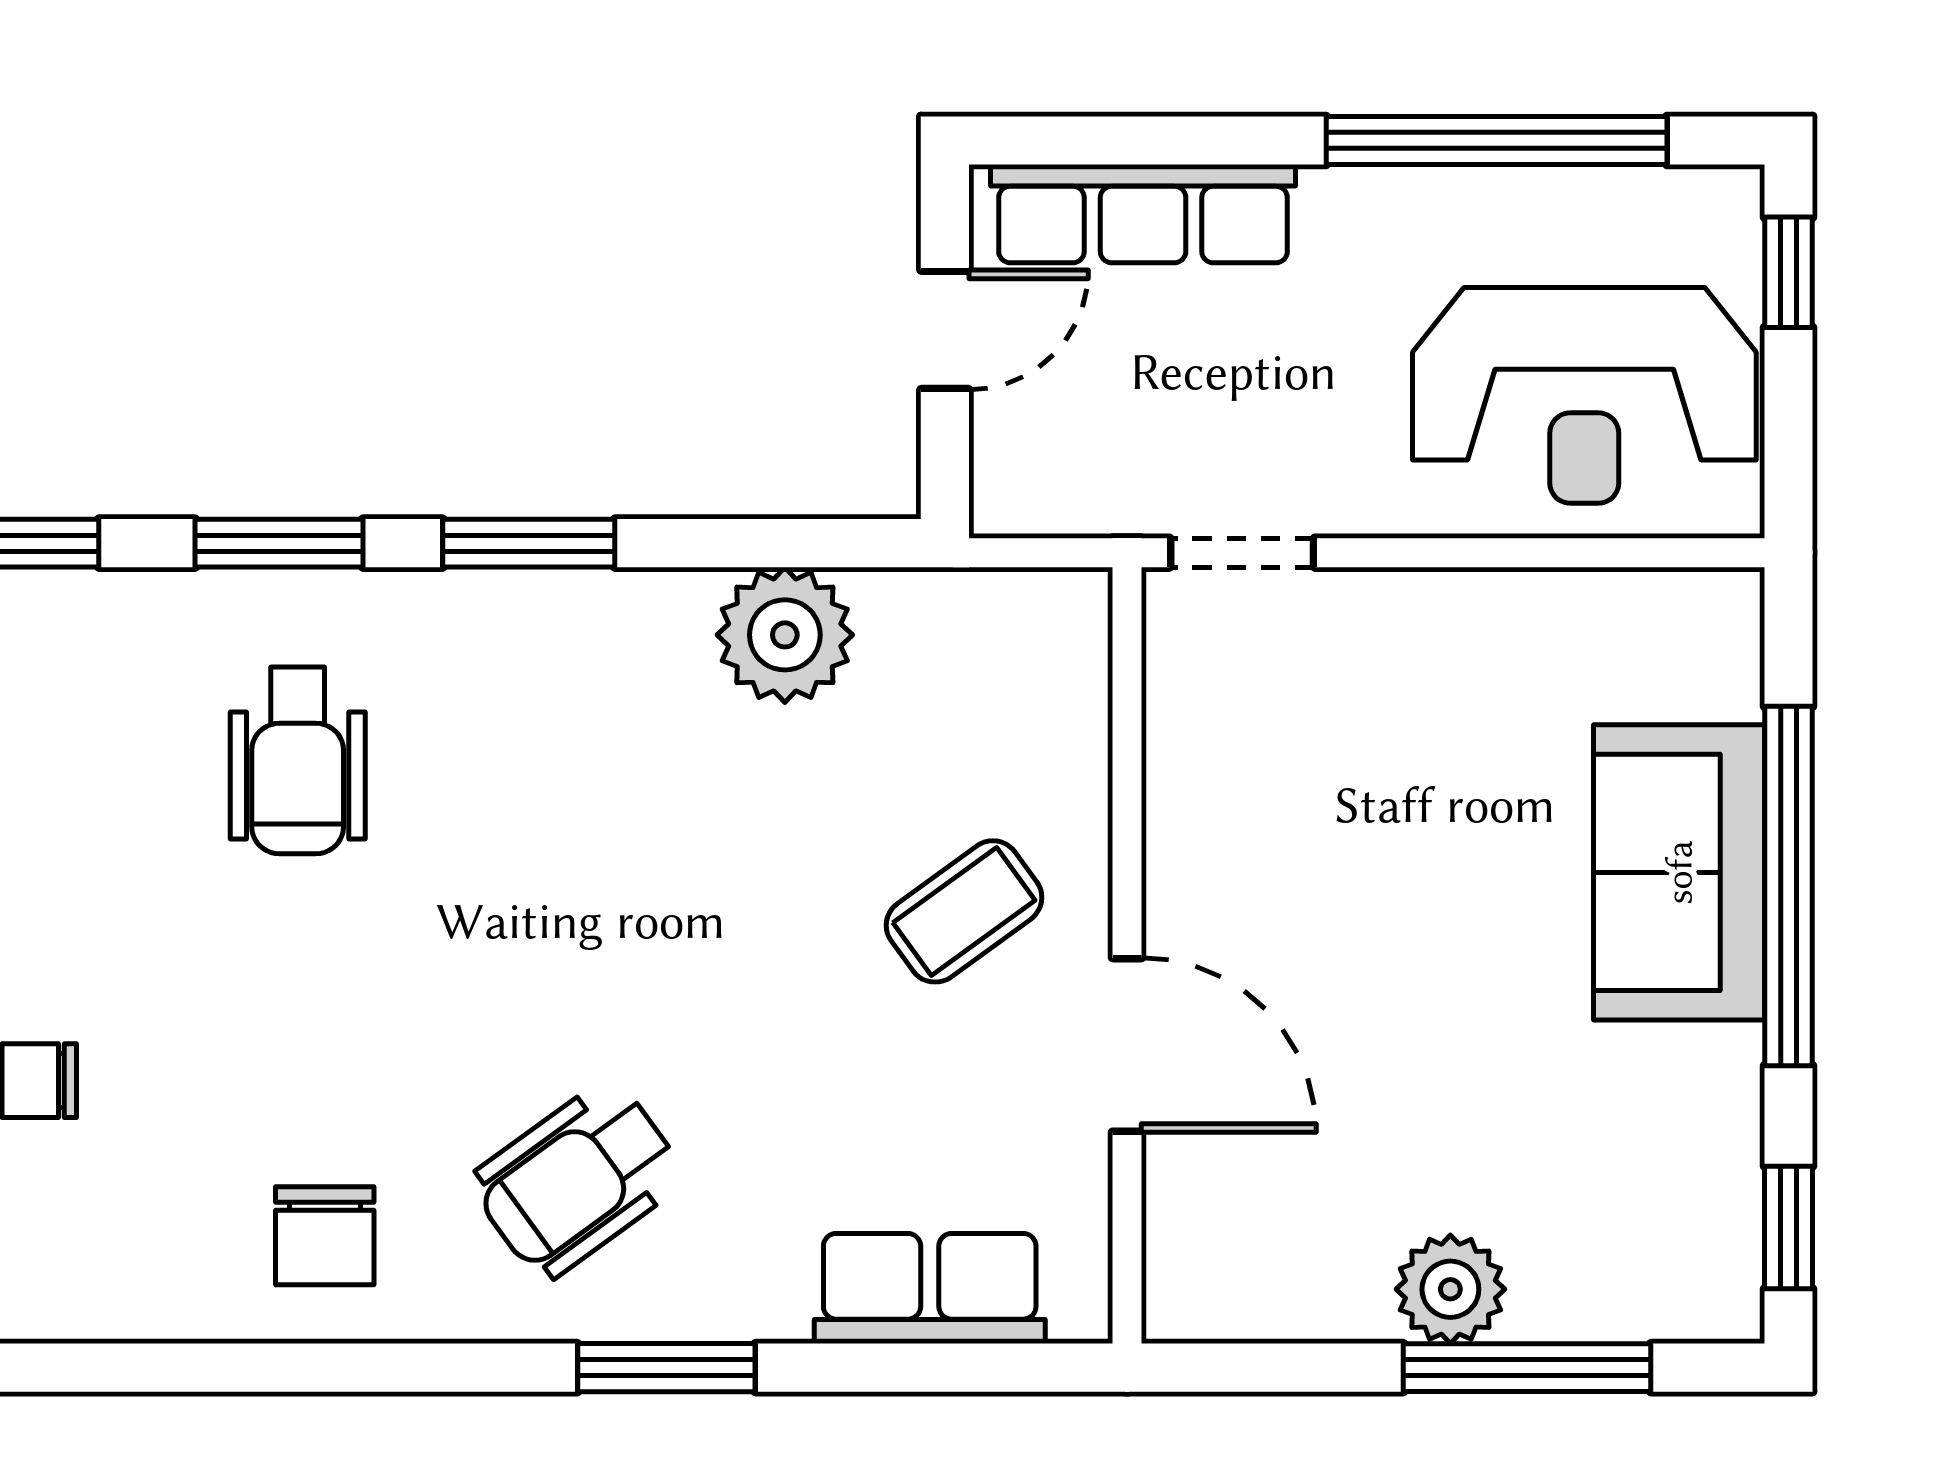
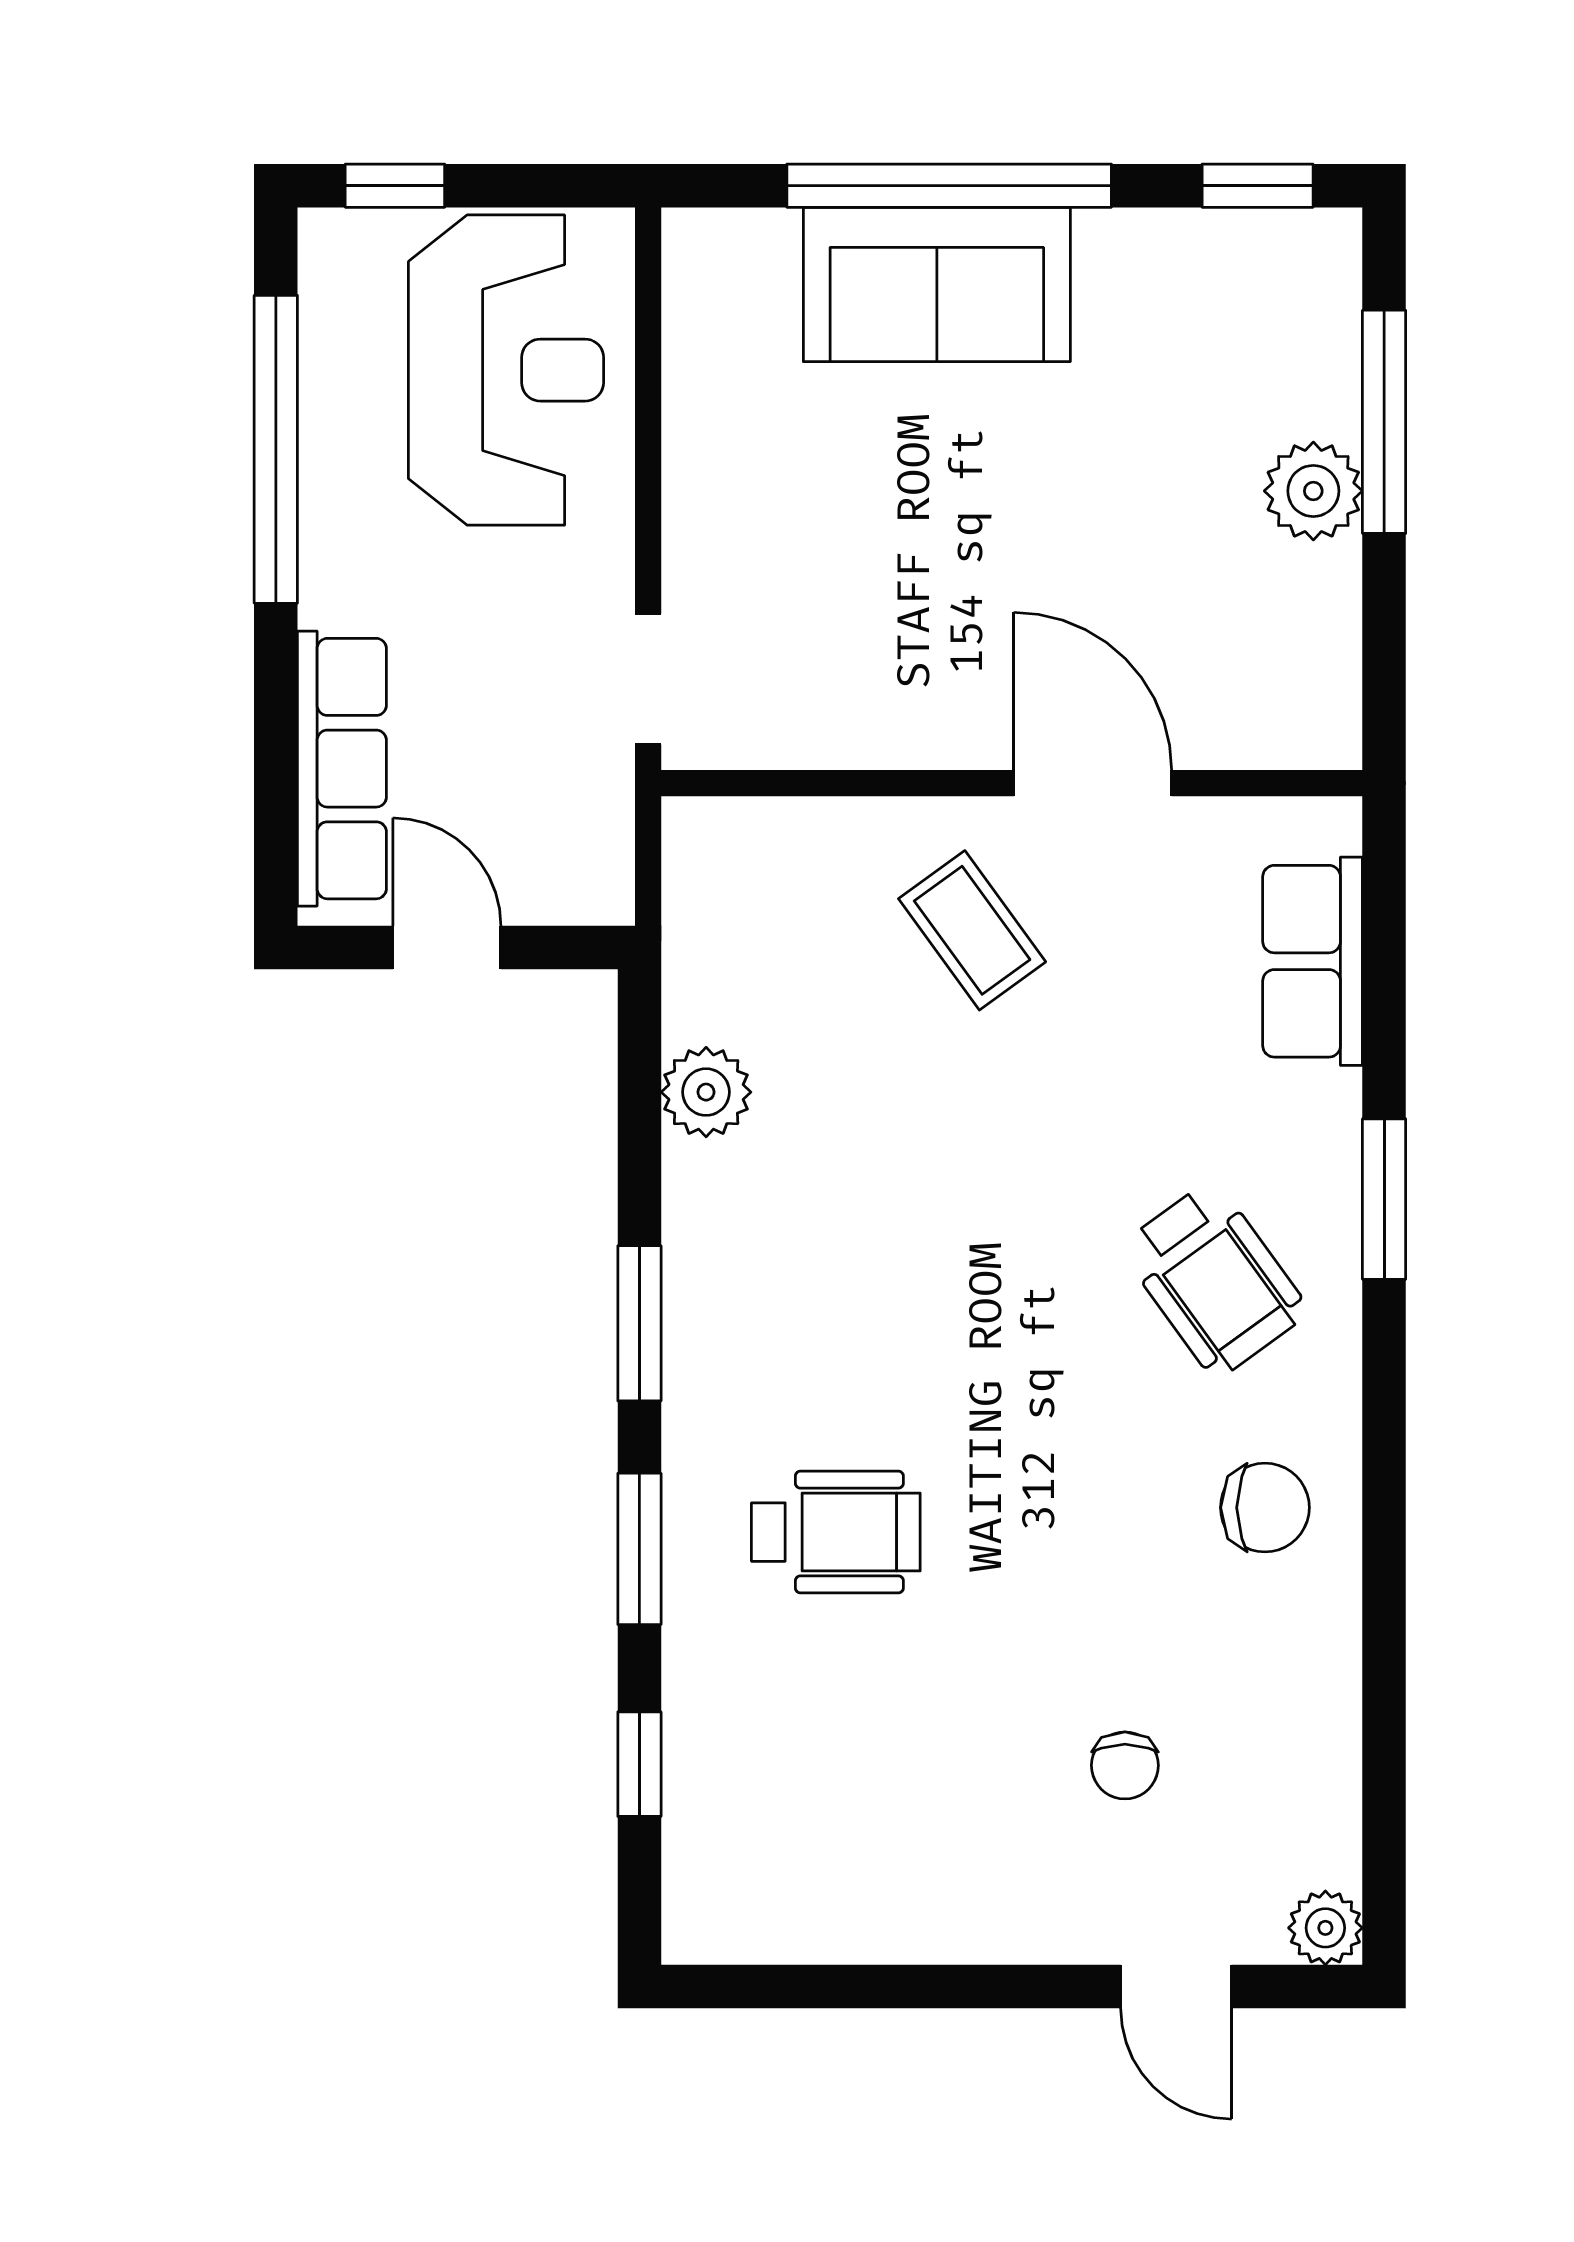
plant: (785, 635) -> (706, 1092), width x0.73, depth x0.73
door: (1127, 1045) -> (1093, 783), hinge flipped

